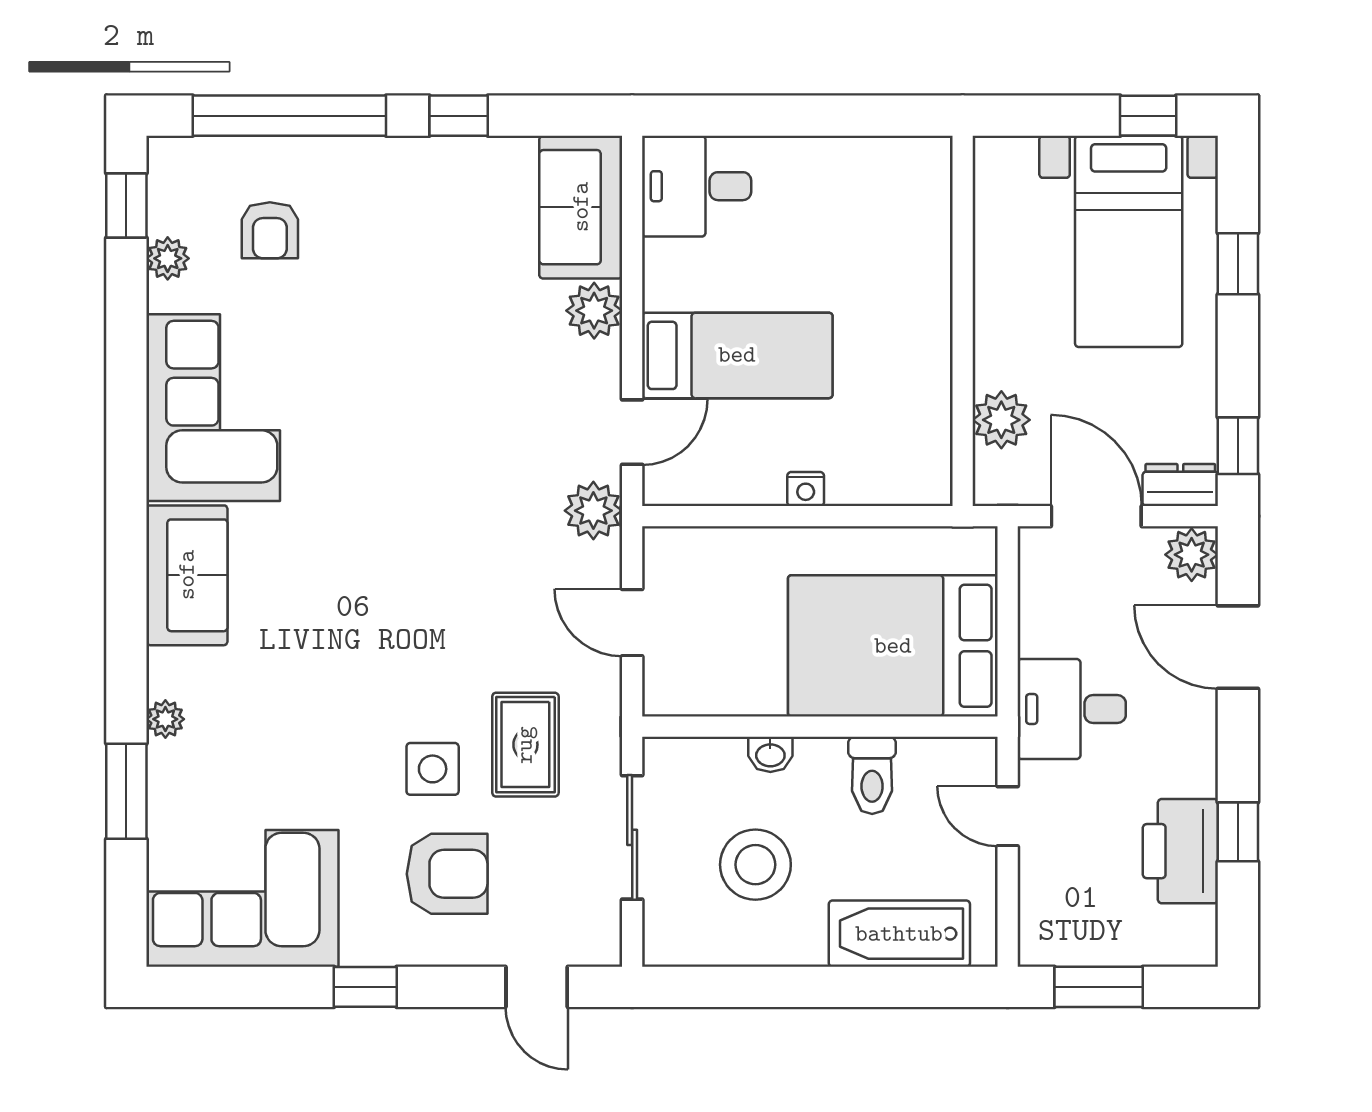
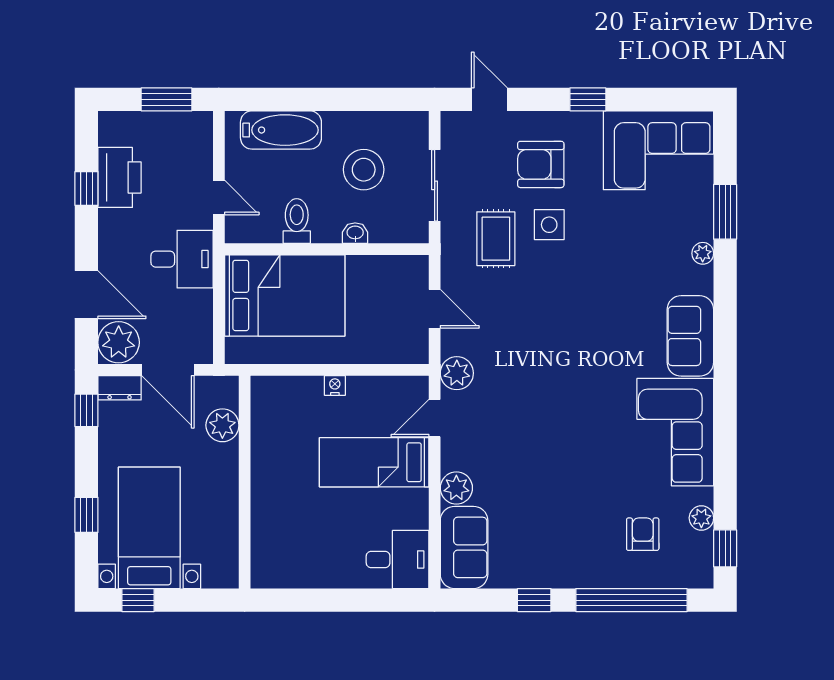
plant: (1192, 555) -> (119, 342), width x1.36, depth x1.36

